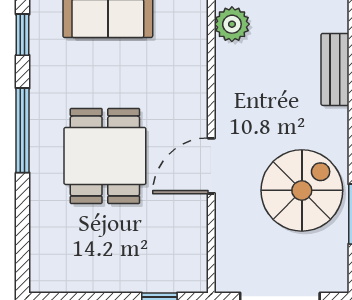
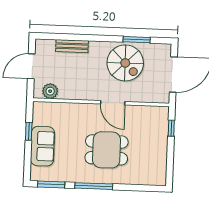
window: (23, 35) -> (51, 184), width x1.50
spiral stairs: (302, 190) -> (125, 63), turned 180

